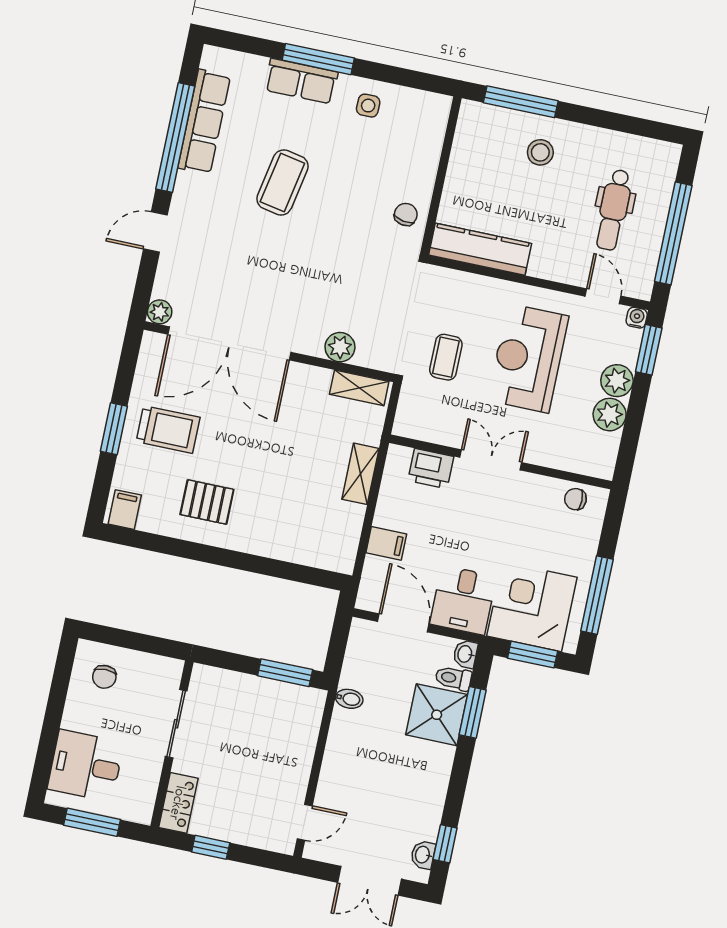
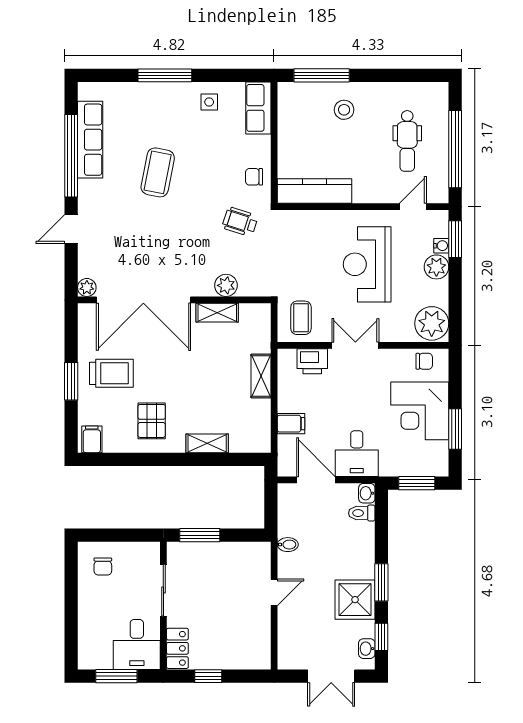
row of seats: (301, 81) -> (258, 108), moved, turned 90
chair: (406, 214) -> (254, 177), turned -100
wheelchair: (375, 269) -> (240, 222), added
door: (603, 296) -> (413, 207), hinge flipped
water cooler: (637, 318) -> (441, 246), moved, turned 90
coffee table: (446, 357) -> (301, 318), moved
shelving: (359, 388) -> (217, 313), moved
plant: (610, 415) -> (432, 323), moved, width x1.36, depth x1.36
chair: (575, 499) -> (424, 361), turned 180
pallet: (207, 502) -> (152, 421), turned 90
shelving: (273, 546) -> (207, 443), added
window: (597, 595) -> (455, 429), width x0.69
corner desk: (532, 607) -> (420, 411), moved, turned -90
window: (285, 673) -> (200, 535), moved
window: (473, 712) -> (381, 582), moved
shower: (437, 715) -> (355, 600), moved
desk: (86, 766) -> (137, 645), moved, turned -90
door: (305, 822) -> (274, 592), moved

